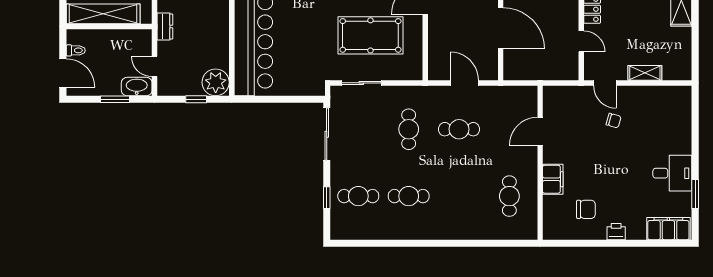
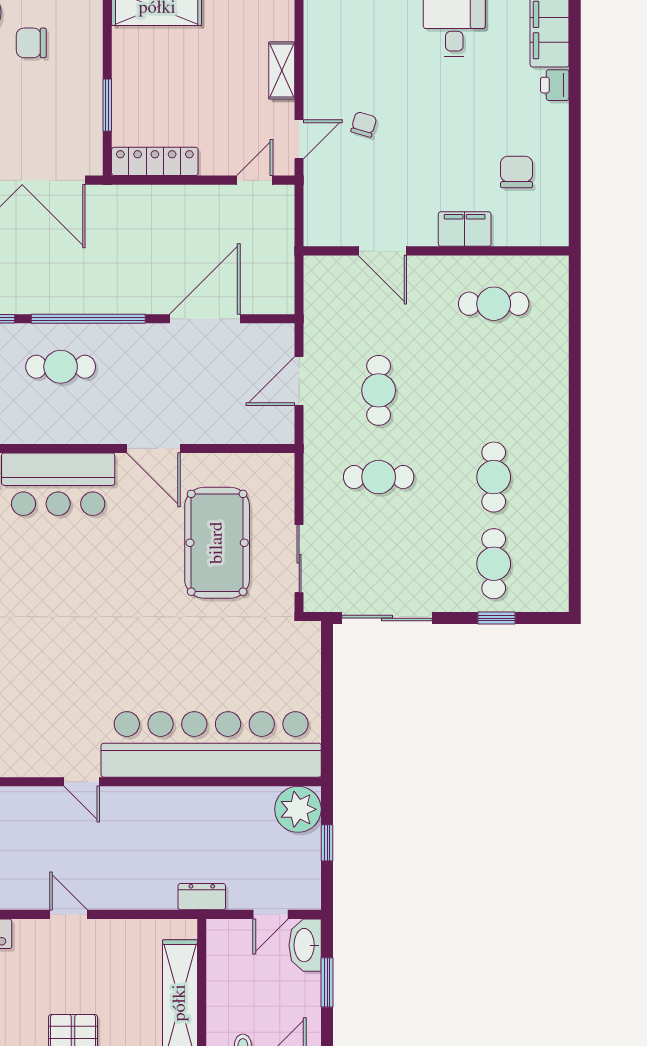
door: (581, 41) -> (255, 180), moved
printer: (616, 232) -> (555, 85), moved

